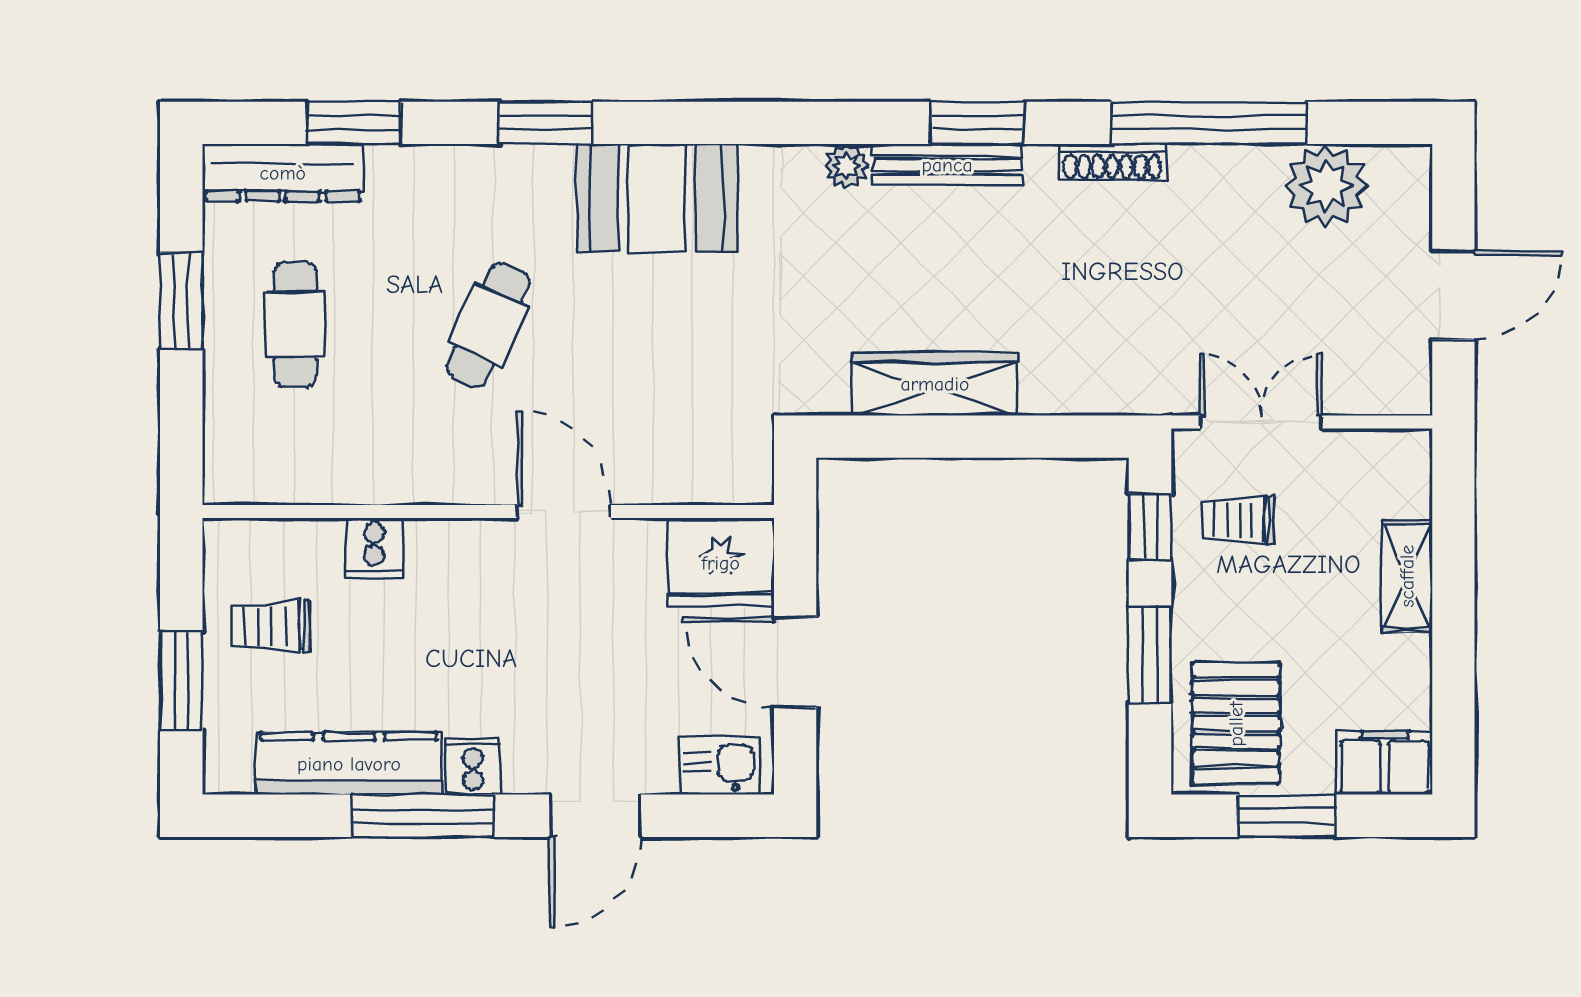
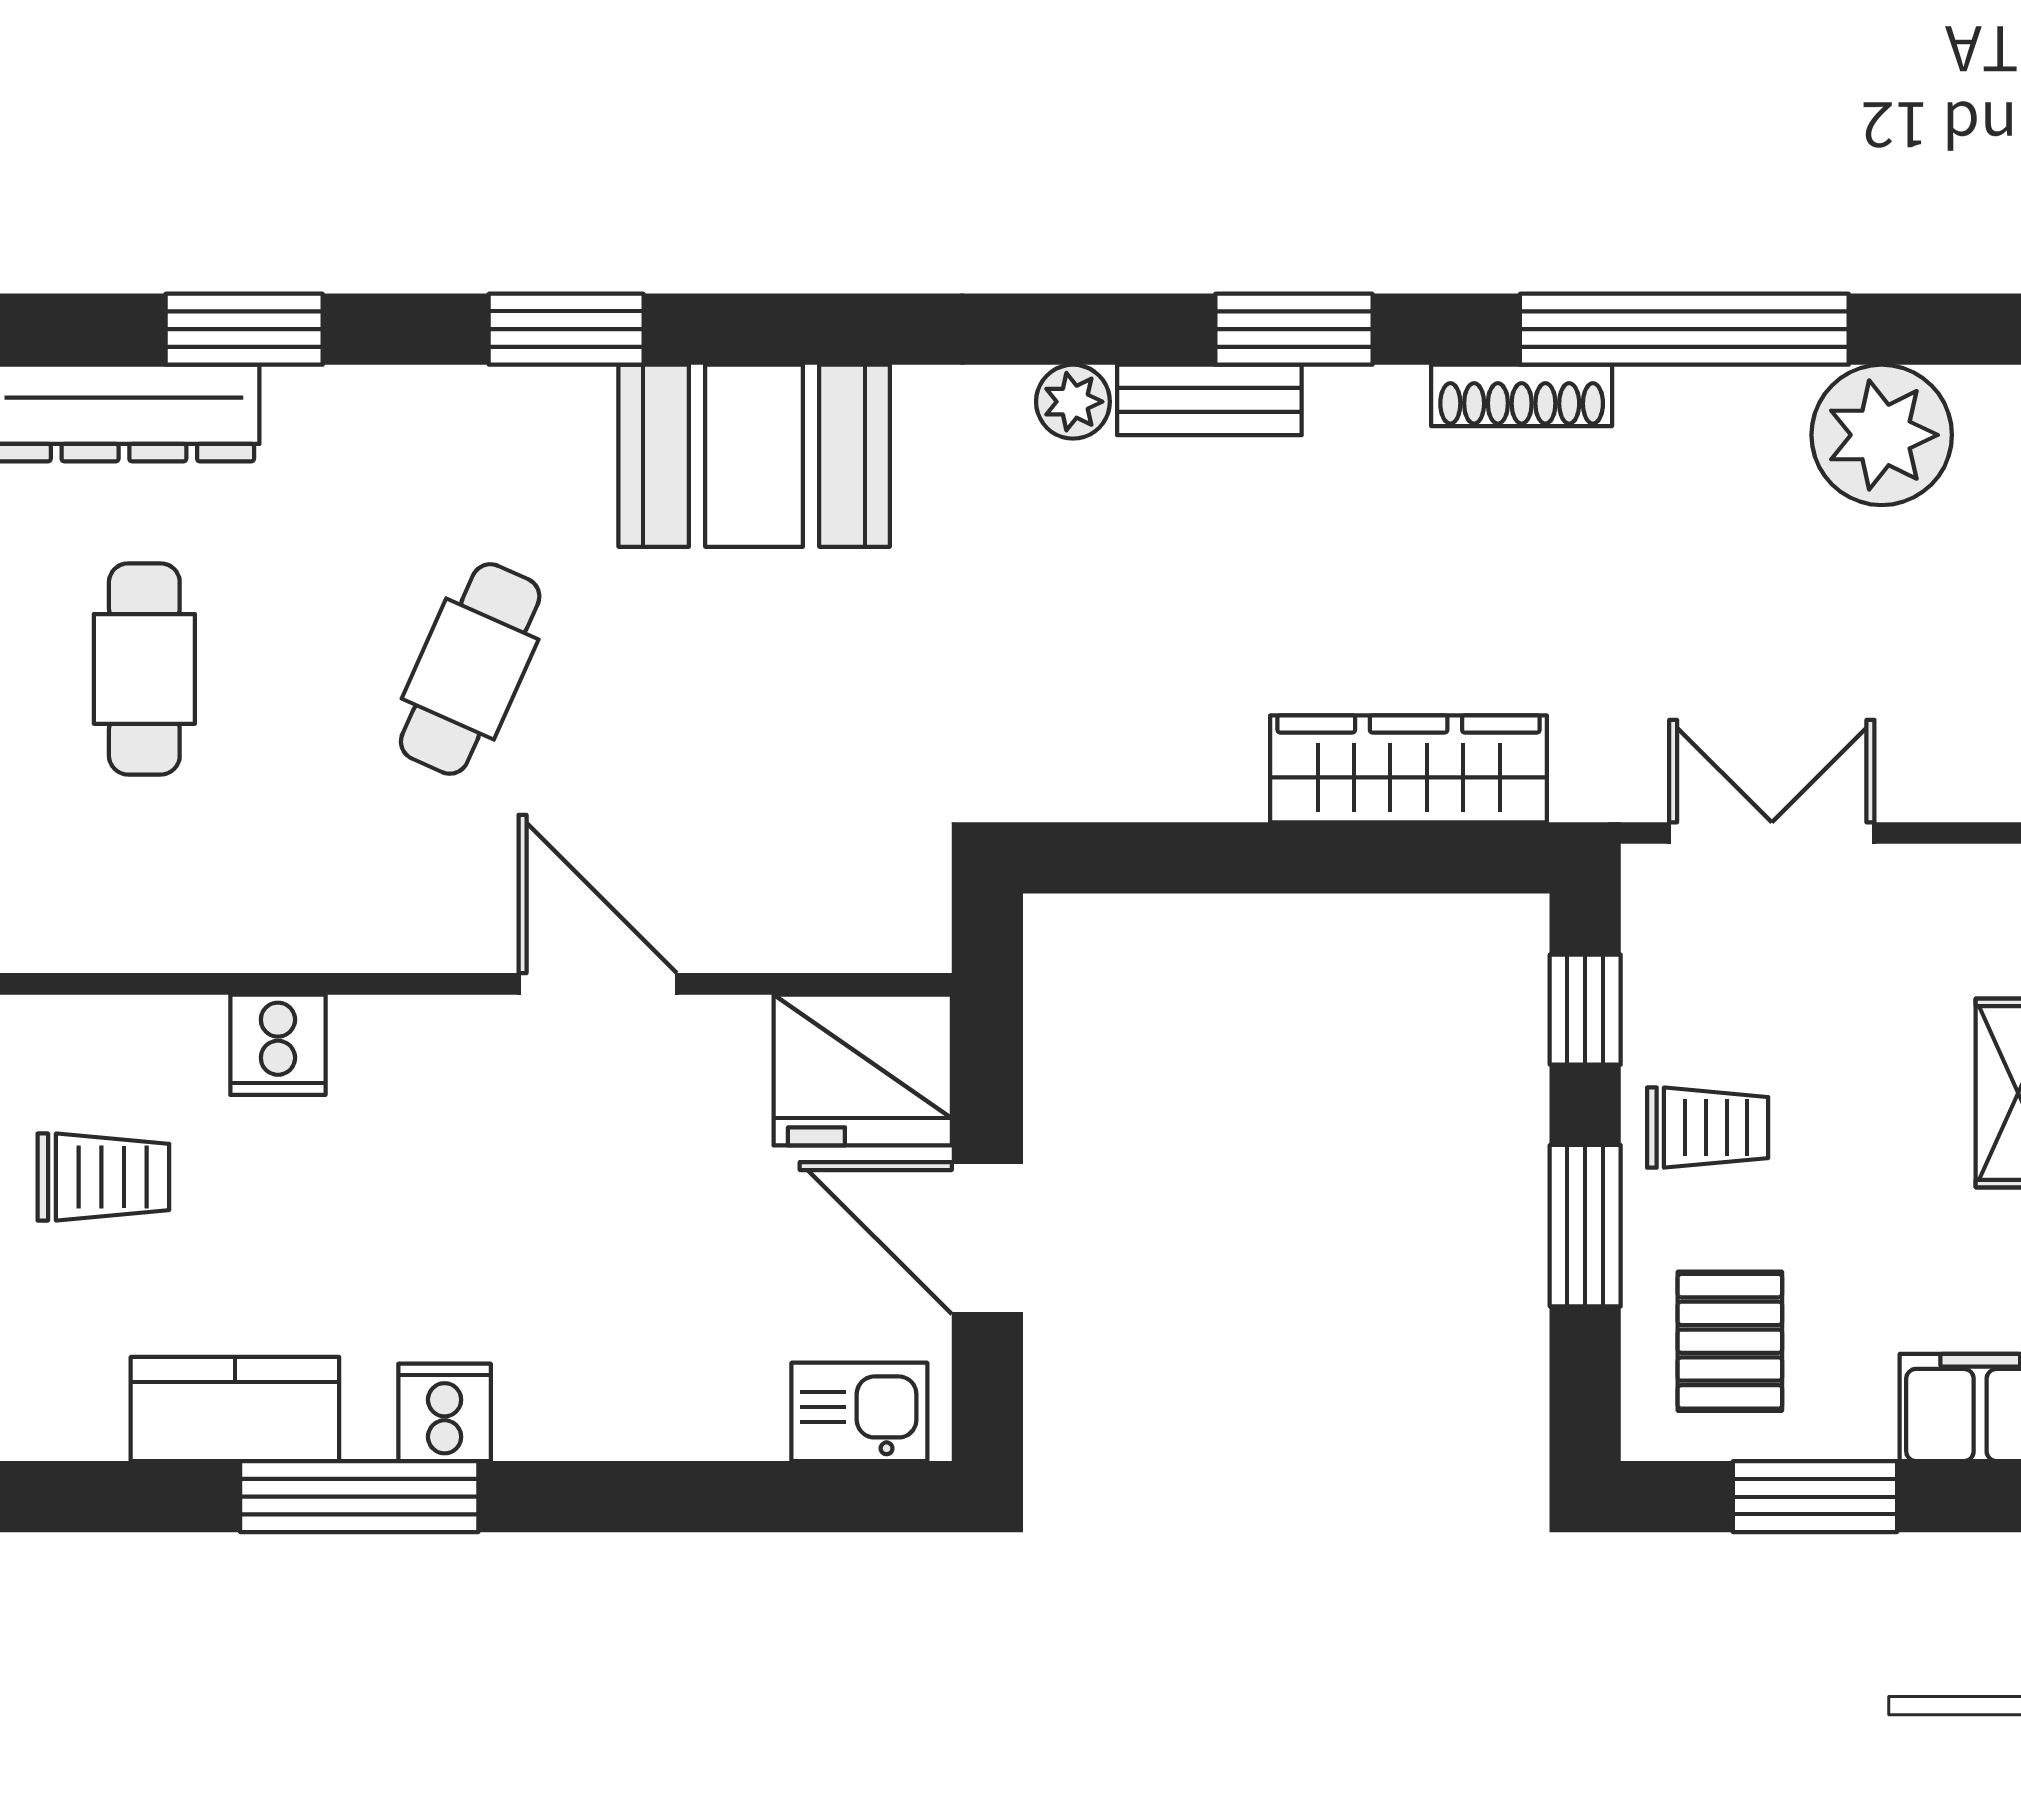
bench: (947, 165) -> (1209, 400), width x0.73
wardrobe: (935, 384) -> (1409, 769), moved
trolley: (1238, 520) -> (1708, 1128), moved, turned 180
trolley: (271, 626) -> (103, 1177), turned 180
pallet: (1236, 724) -> (1730, 1341), width x0.67, depth x0.71
kitchen counter: (349, 764) -> (235, 1409), width x0.67
door: (596, 816) -> (651, 1497), removed

